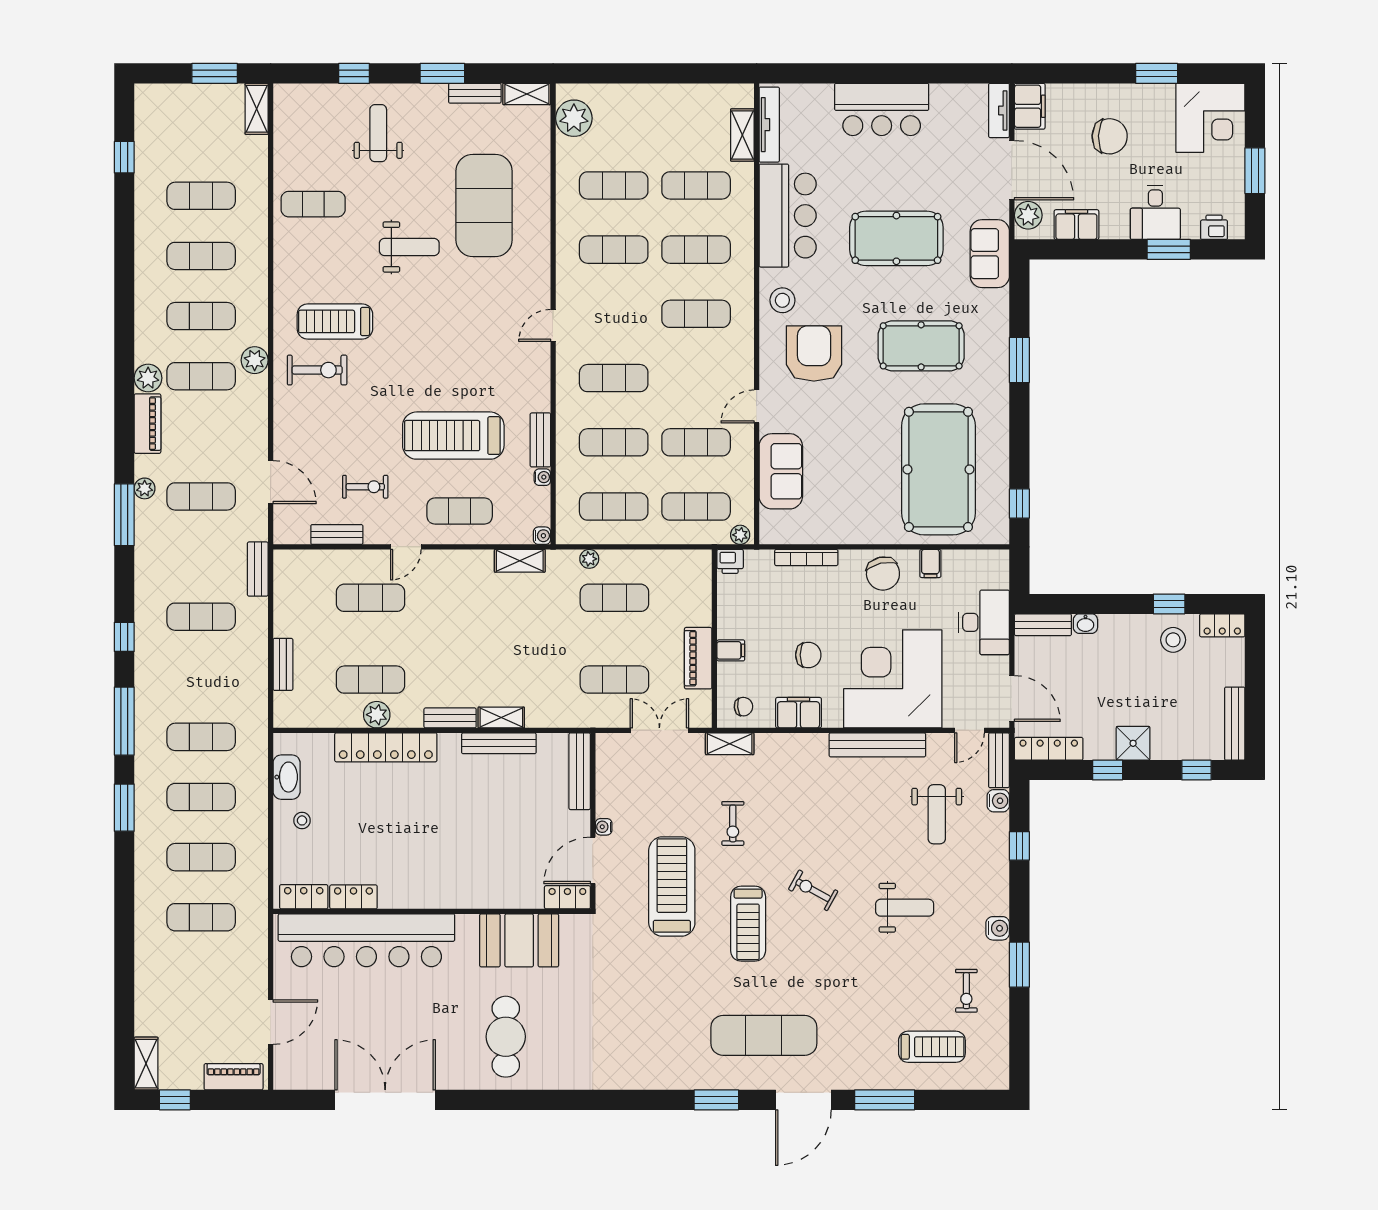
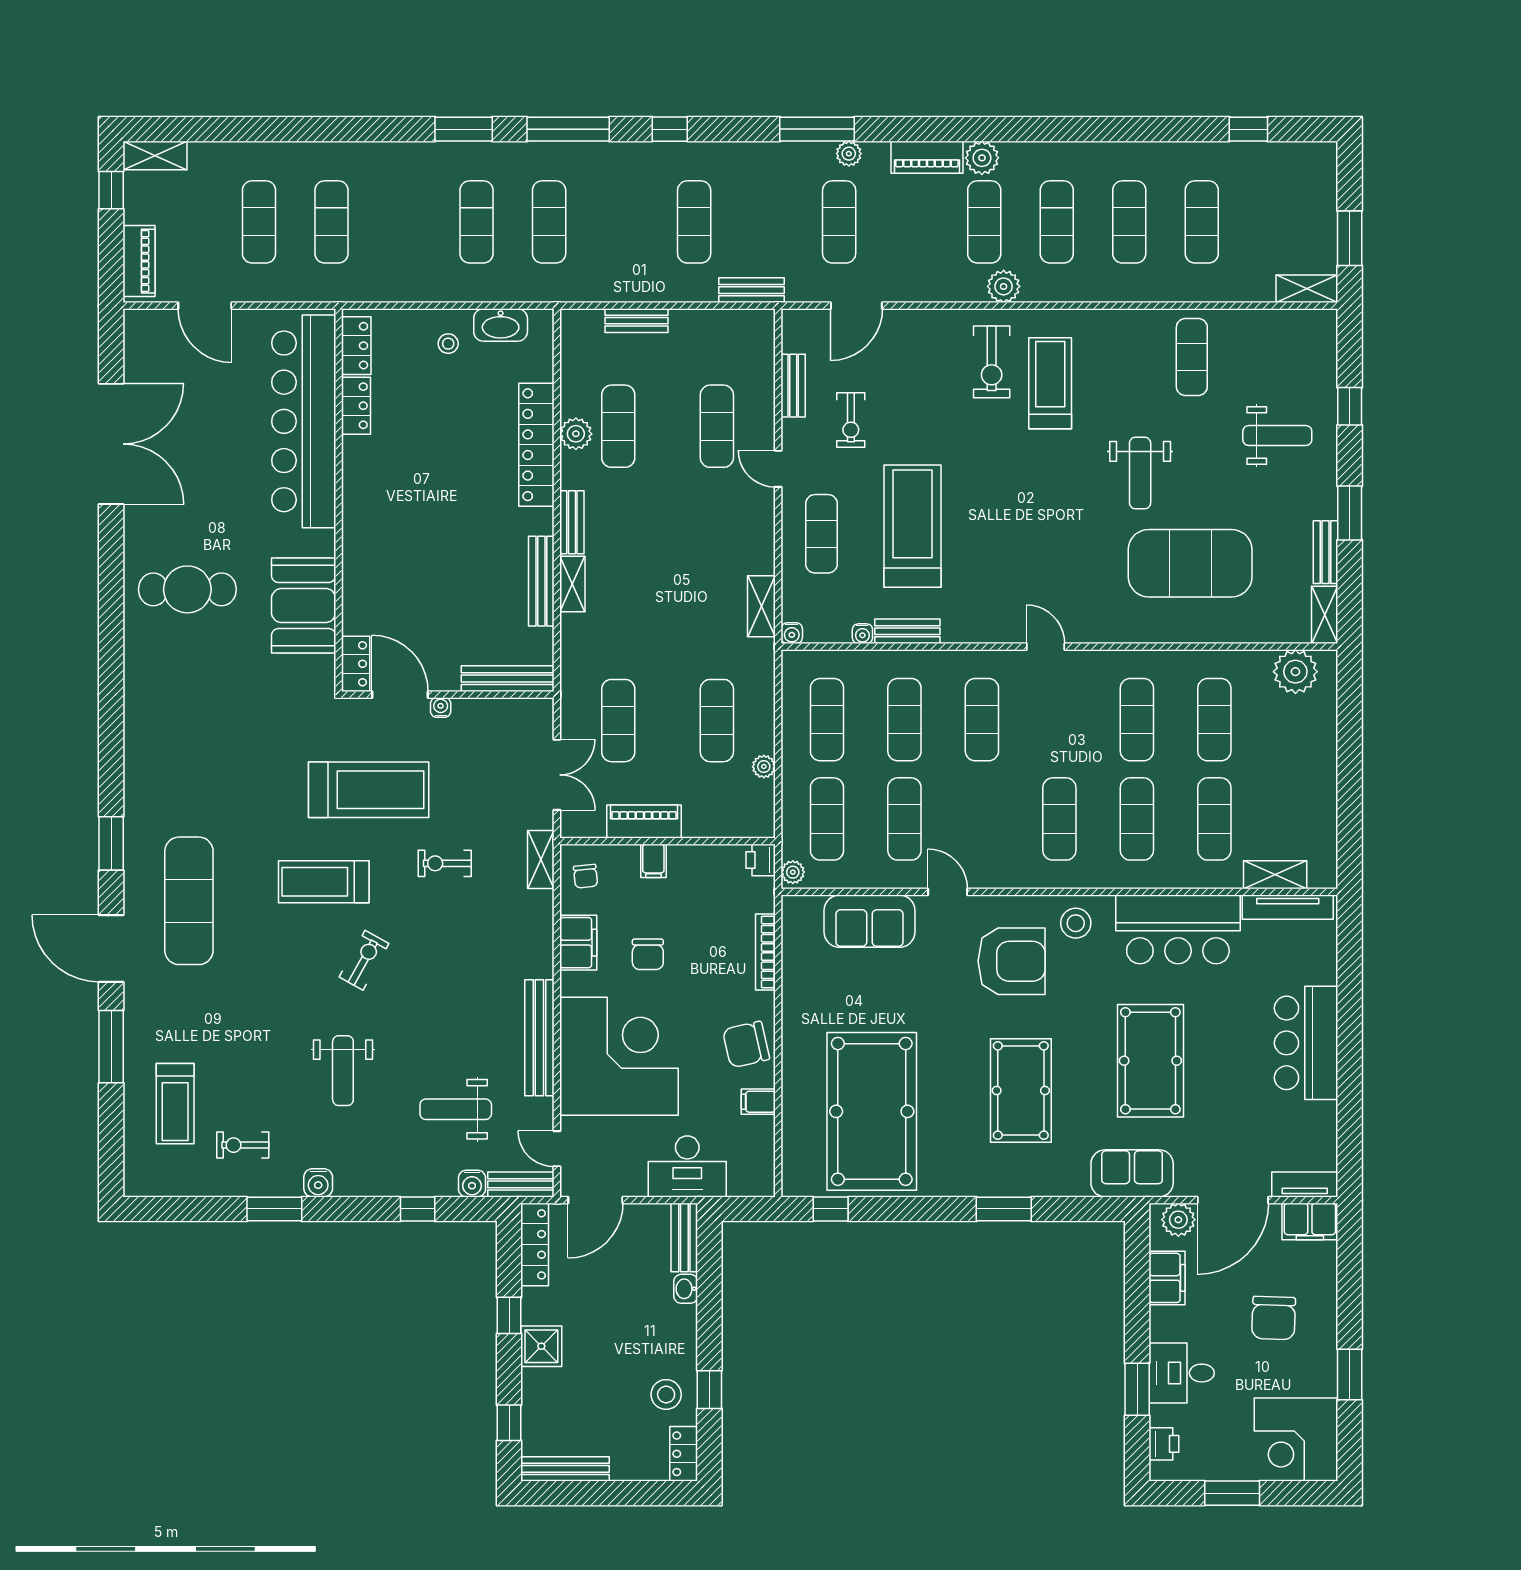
pool table: (938, 469) -> (872, 1111), turned 90
plant: (589, 559) -> (764, 767), moved
exercise mat: (201, 857) -> (259, 222), moved

